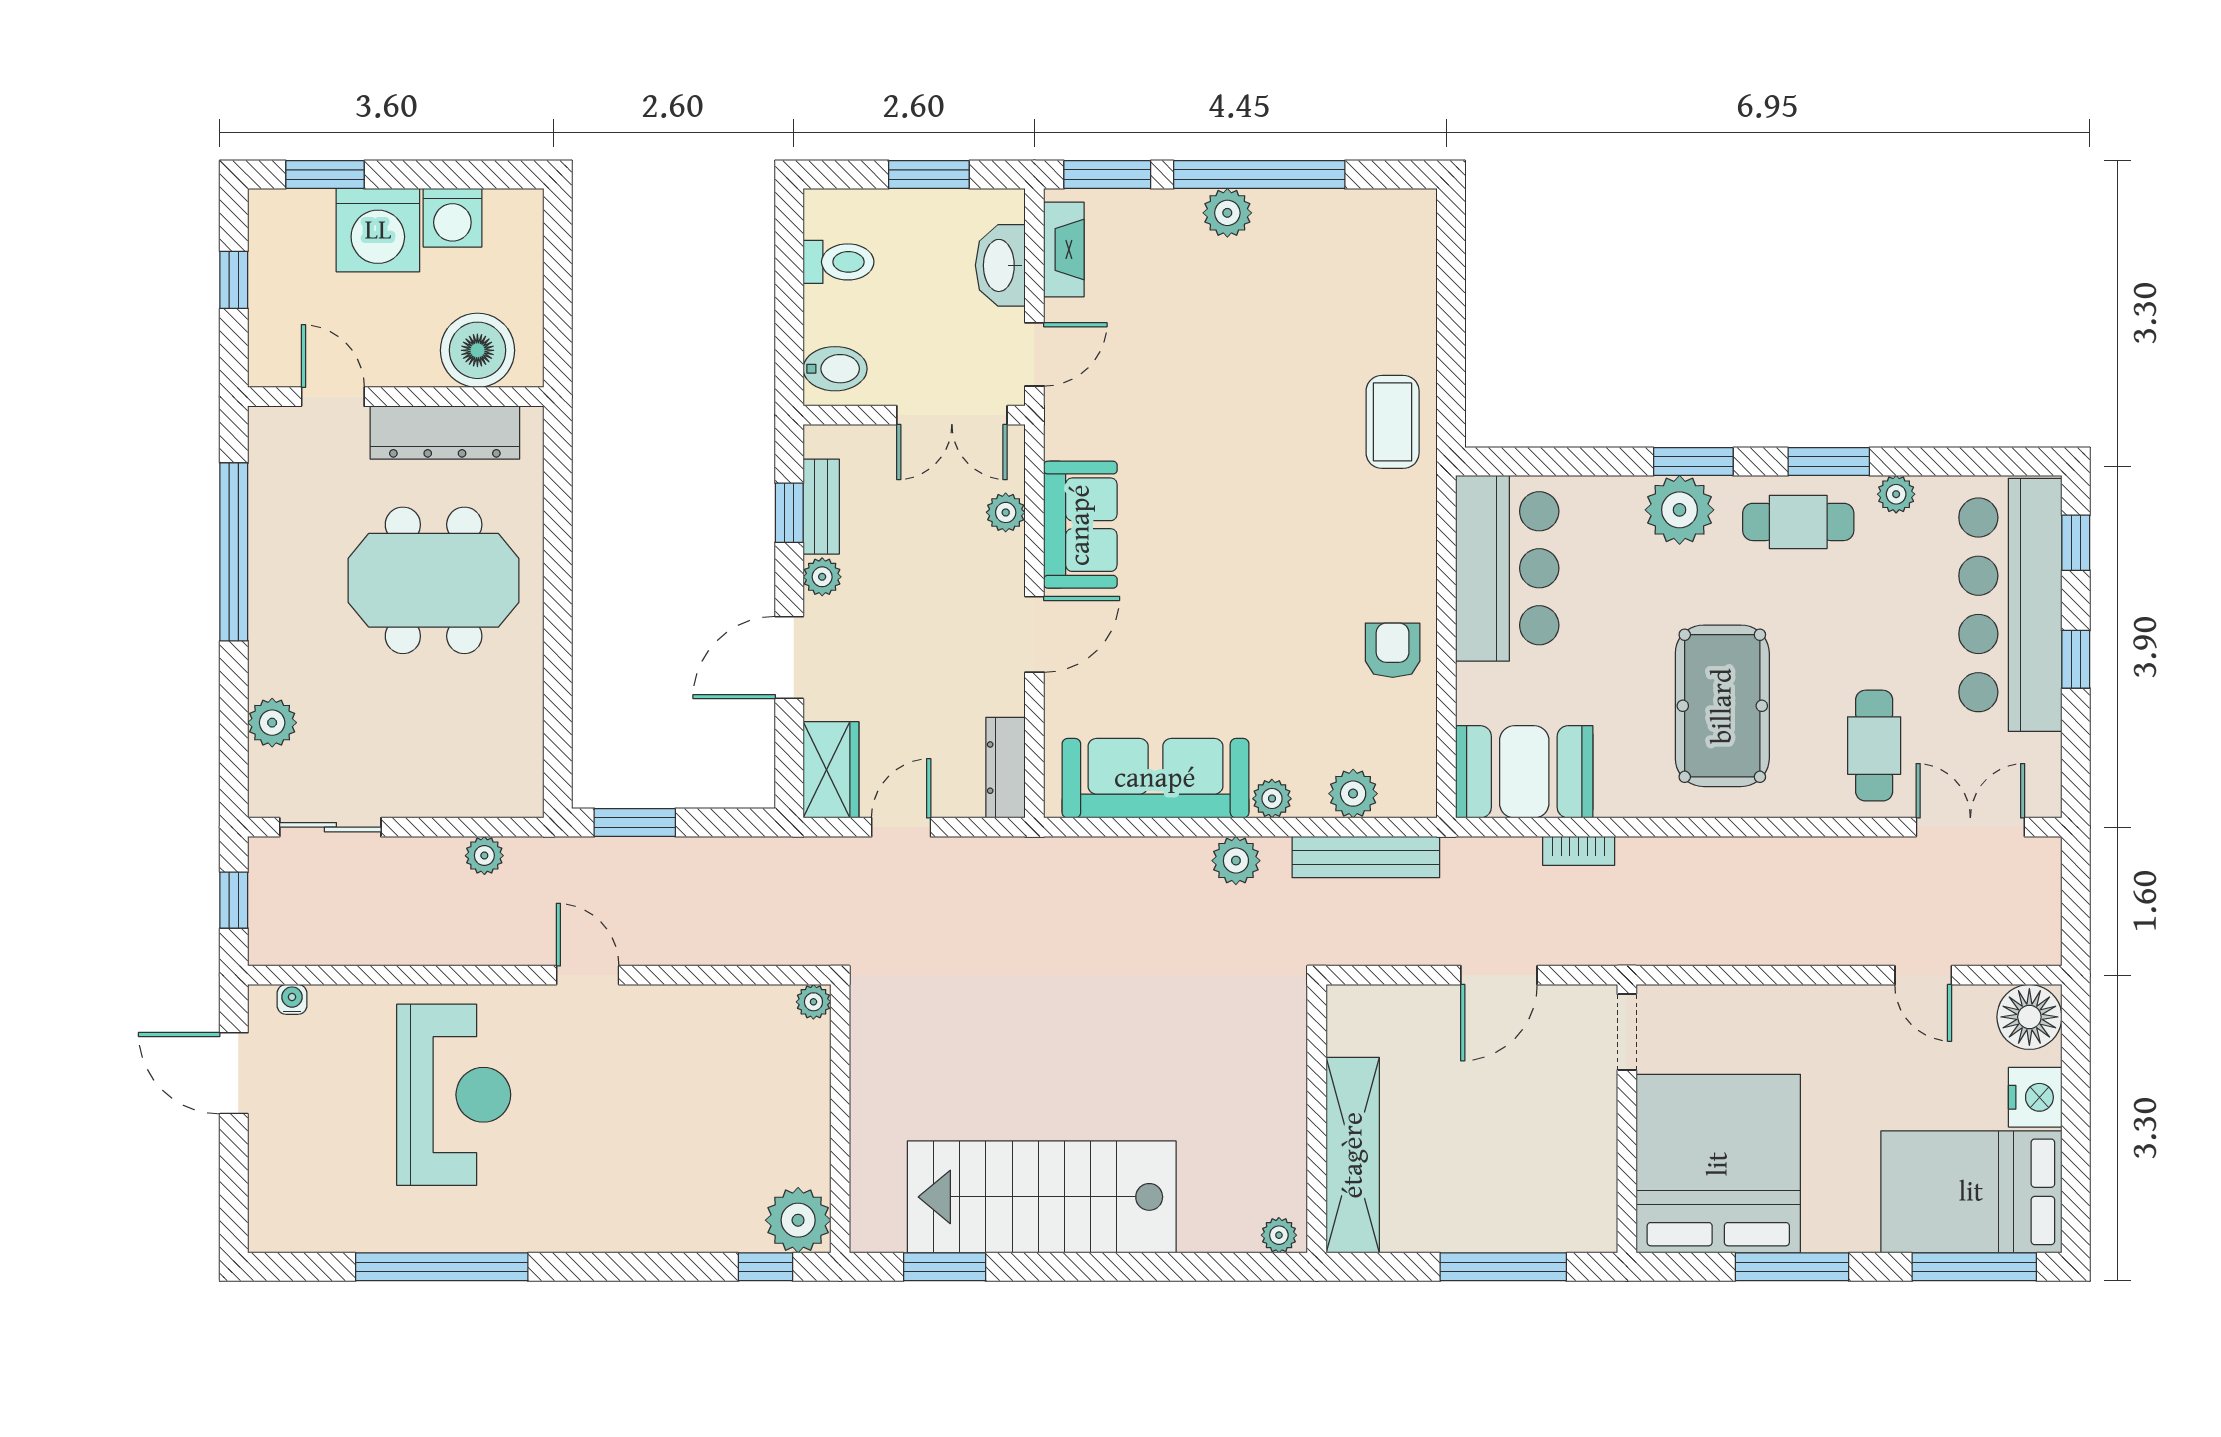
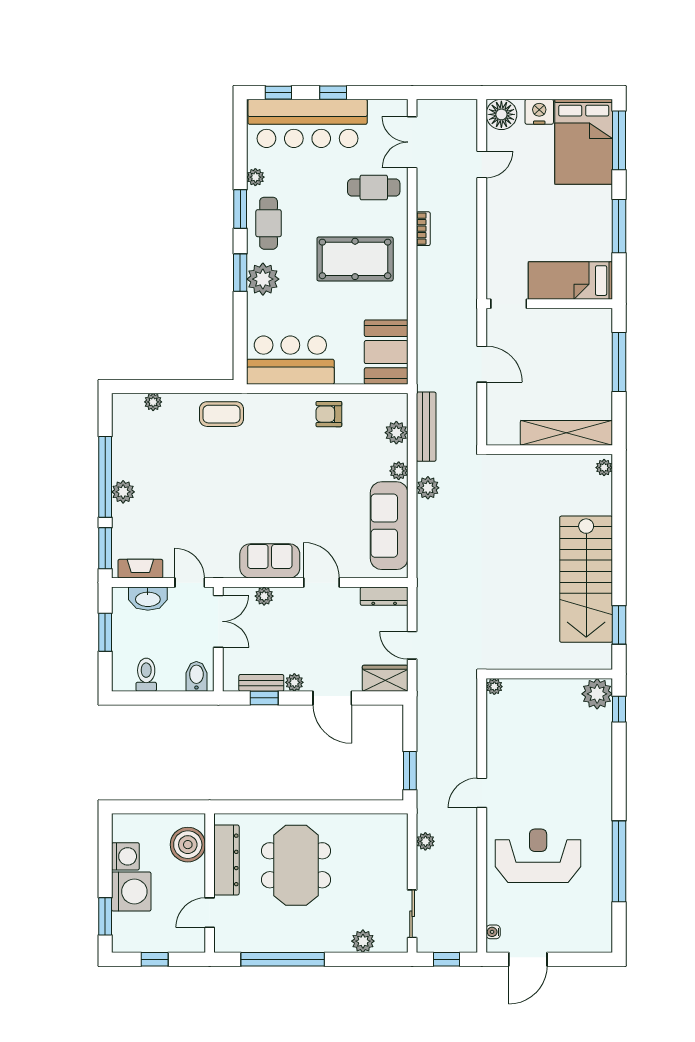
plant: (1418, 277) -> (153, 402), added
bookcase: (1579, 851) -> (423, 229), moved
bed: (1718, 1164) -> (570, 281), width x0.49

